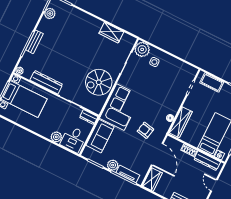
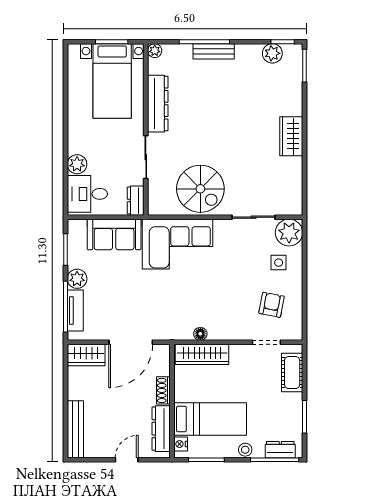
wardrobe: (111, 33) -> (291, 136), moved
spiral stairs: (99, 82) -> (200, 189), turned 180
armchair: (145, 130) -> (272, 305), moved

